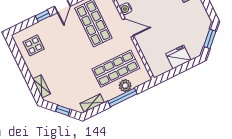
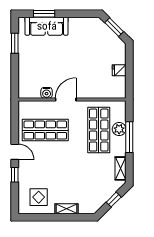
fridge: (178, 57) -> (119, 70), width x0.53, depth x0.75
shelving: (42, 86) -> (66, 209), moved

